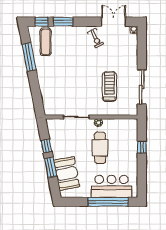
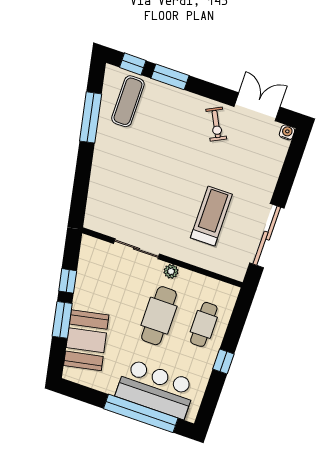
cafe table: (125, 144) -> (204, 324), added
window: (142, 147) -> (223, 362), moved

